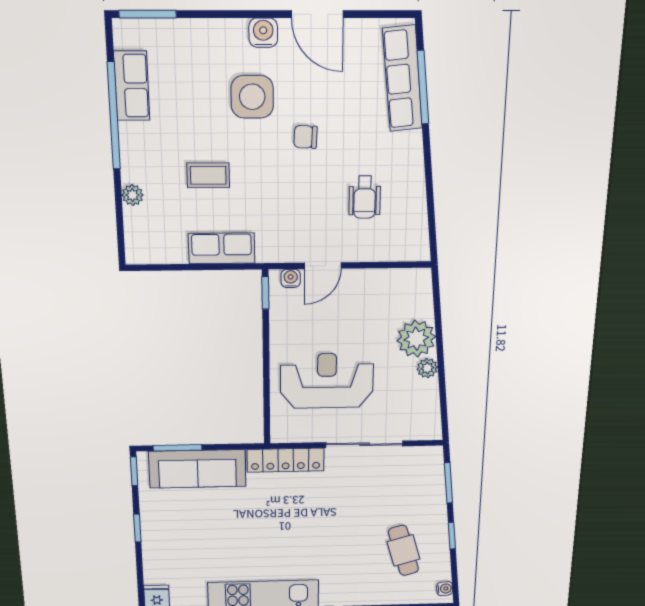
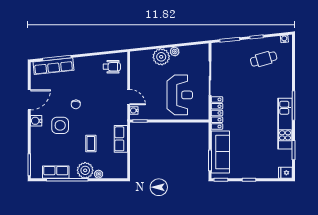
plant: (140, 162) -> (85, 170), added
wheelchair: (365, 197) -> (112, 67), moved
reception desk: (327, 381) -> (180, 95), turned 180

